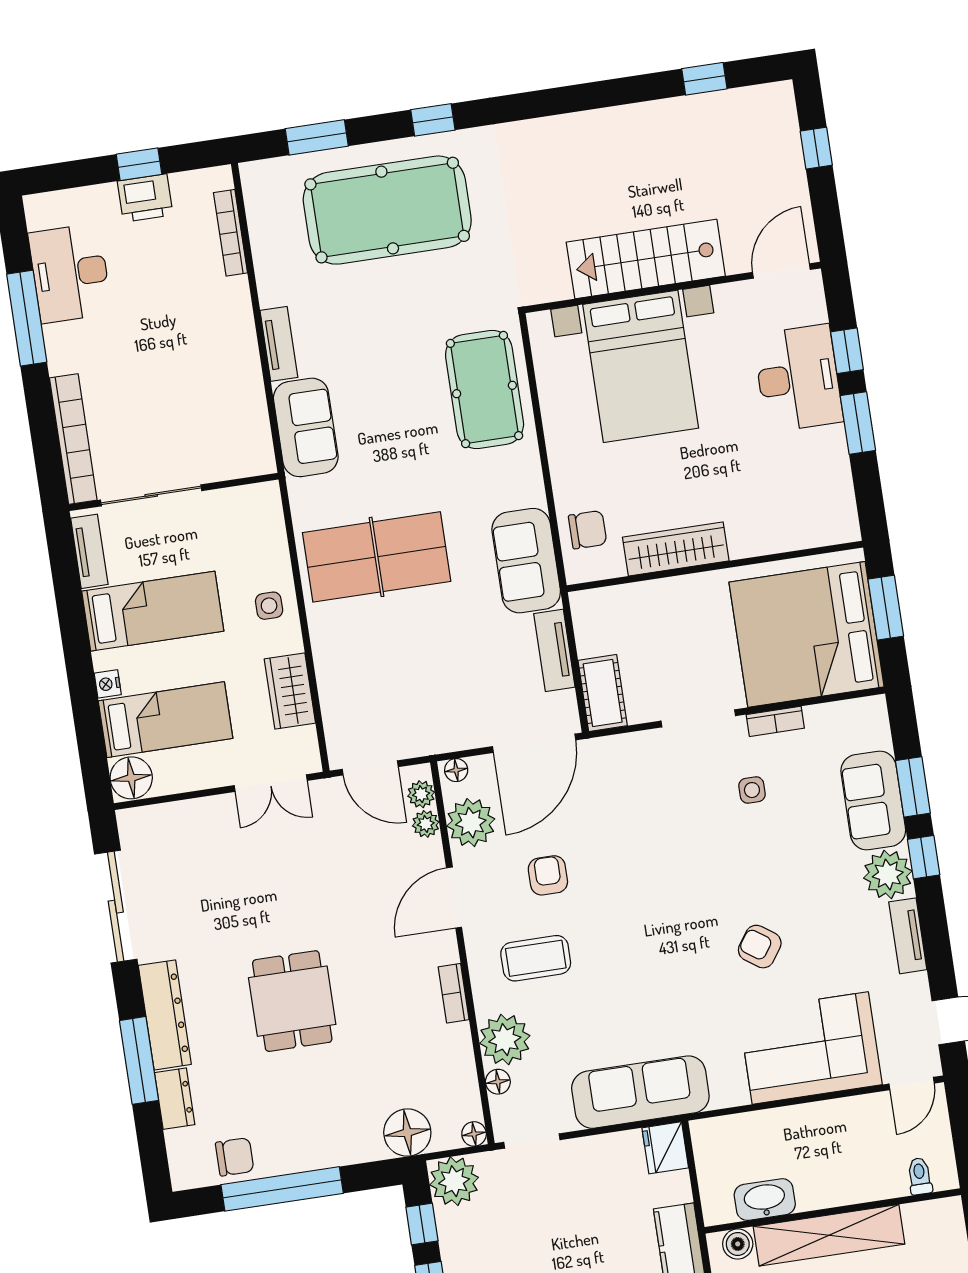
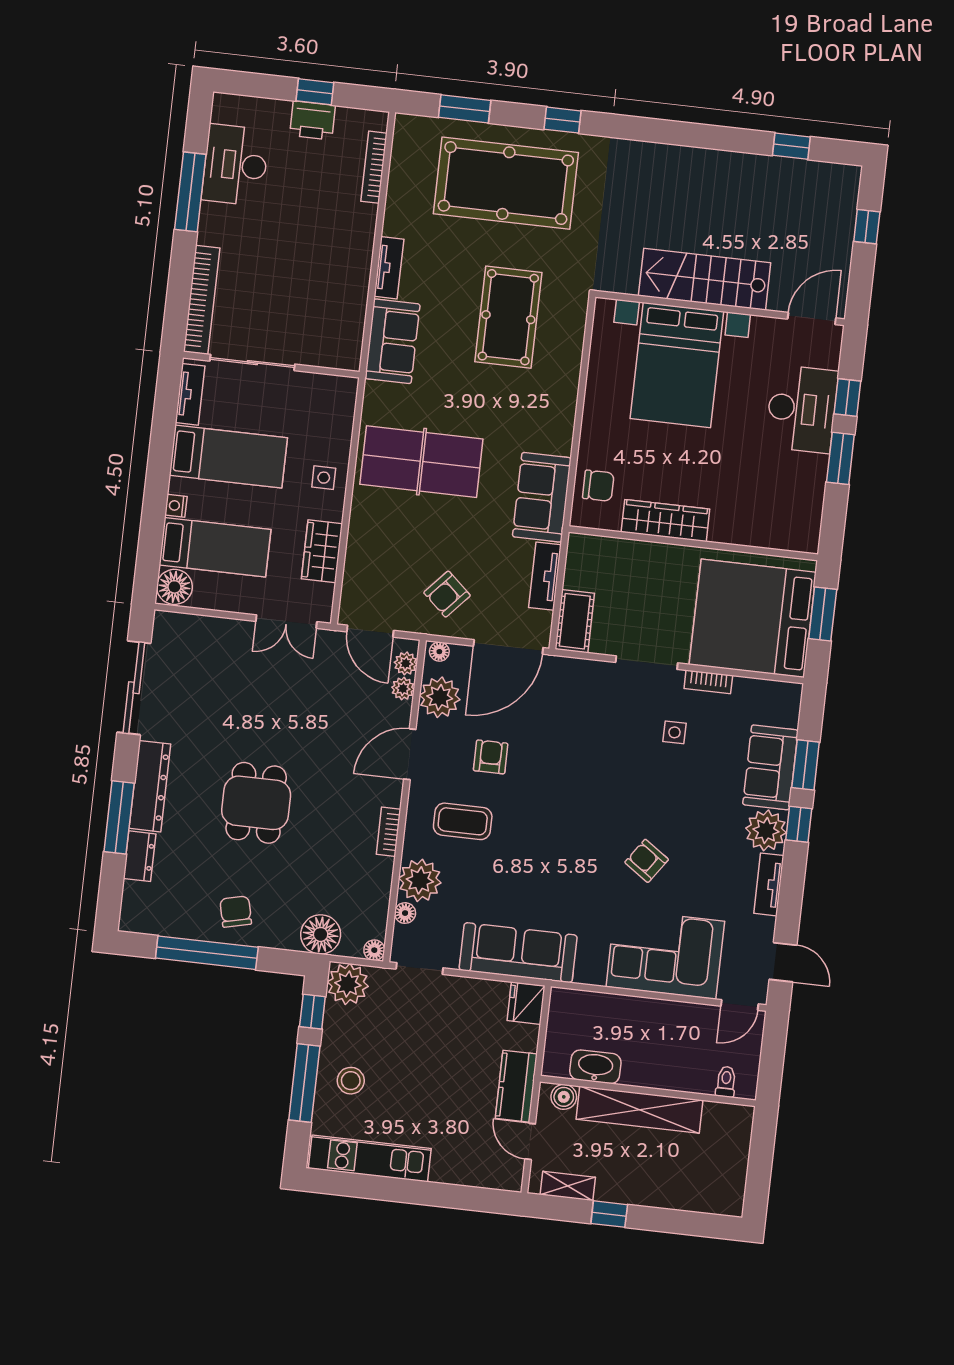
pool table: (485, 390) -> (508, 317), moved
armchair: (447, 701) -> (447, 594), added
chair: (235, 1157) -> (236, 912), moved, turned -103

